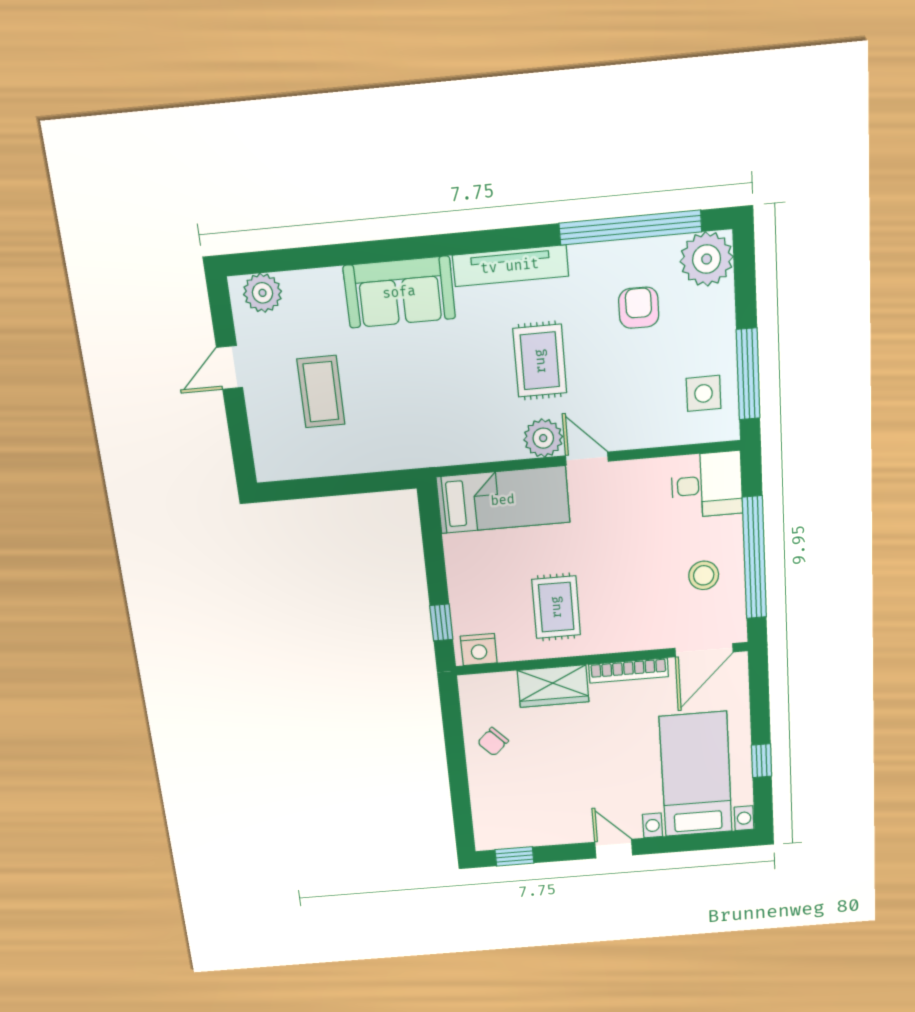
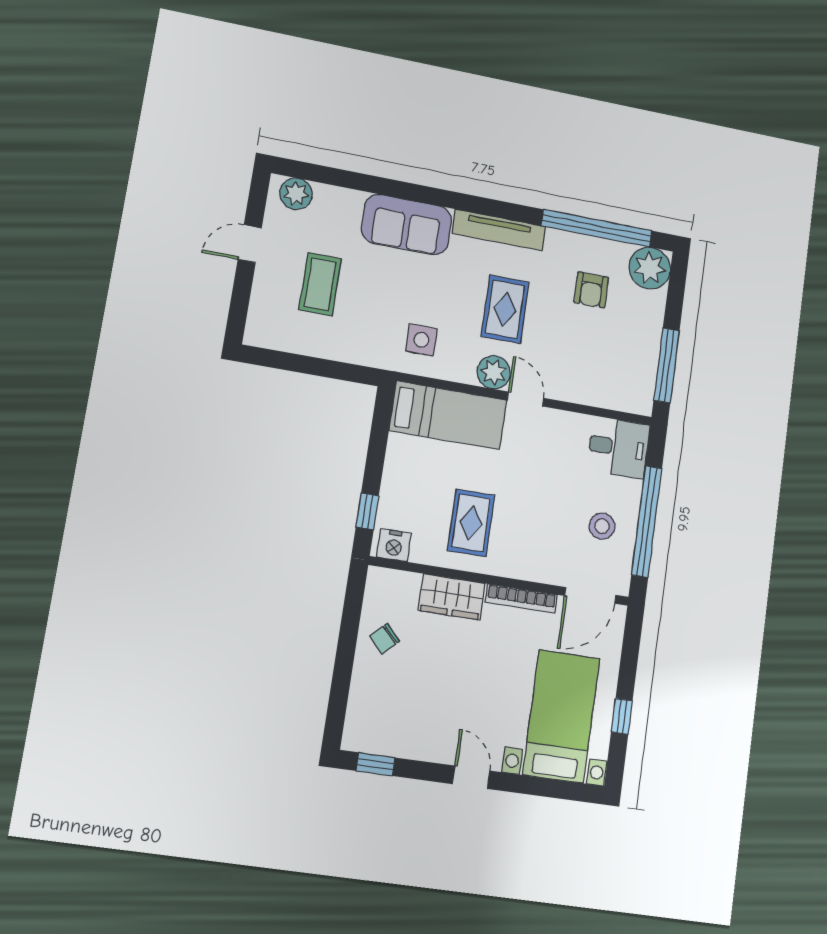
armchair: (639, 308) -> (591, 290), turned 180
side table: (704, 393) -> (421, 340), moved

